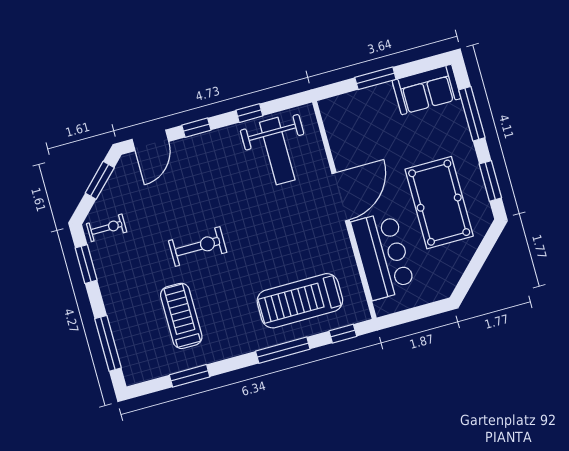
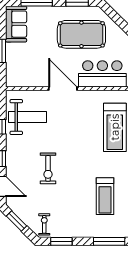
exercise bike: (198, 247) -> (48, 168), moved, turned 180
treadmill: (181, 316) -> (105, 196), turned -90

